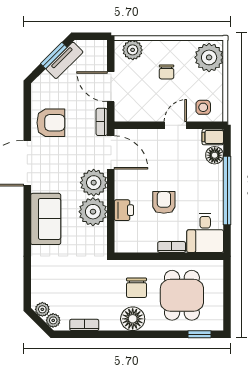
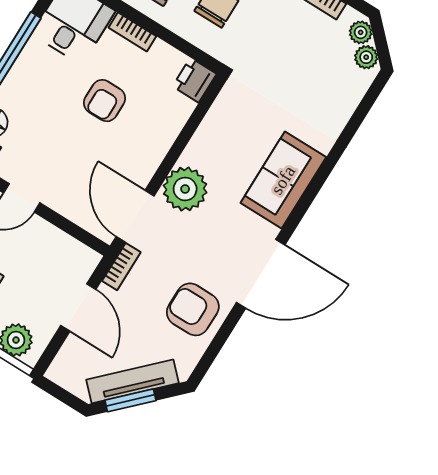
tv unit: (65, 60) -> (132, 381), width x1.41
printer: (124, 210) -> (195, 80), moved
plant: (93, 212) -> (211, 149), removed

